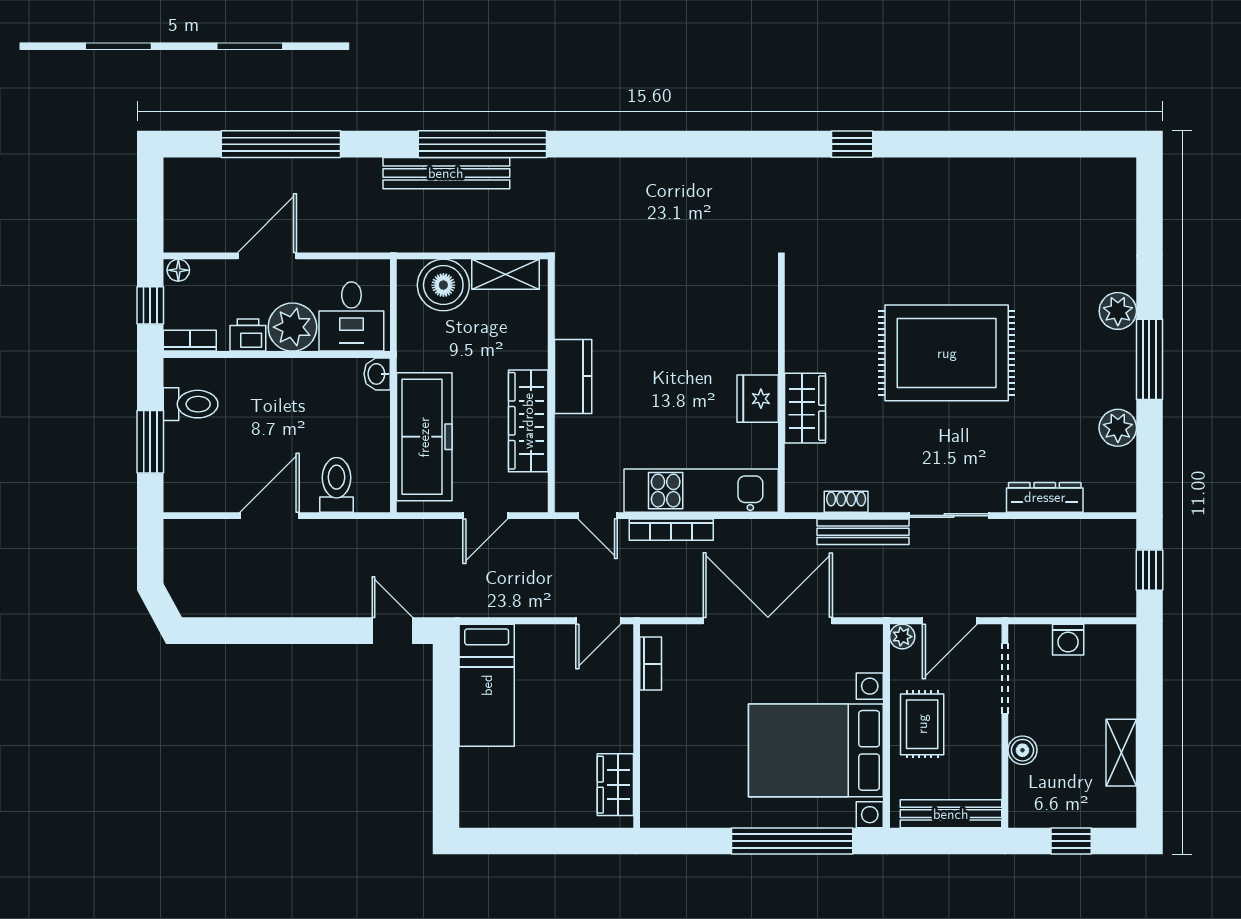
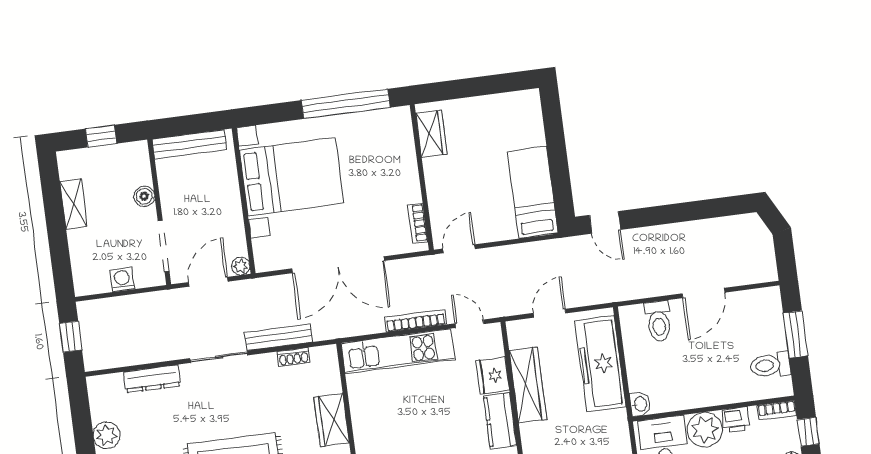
fridge: (758, 399) -> (493, 376), moved, turned 180
rug: (922, 724) -> (218, 205), removed
window: (792, 841) -> (346, 104), moved

